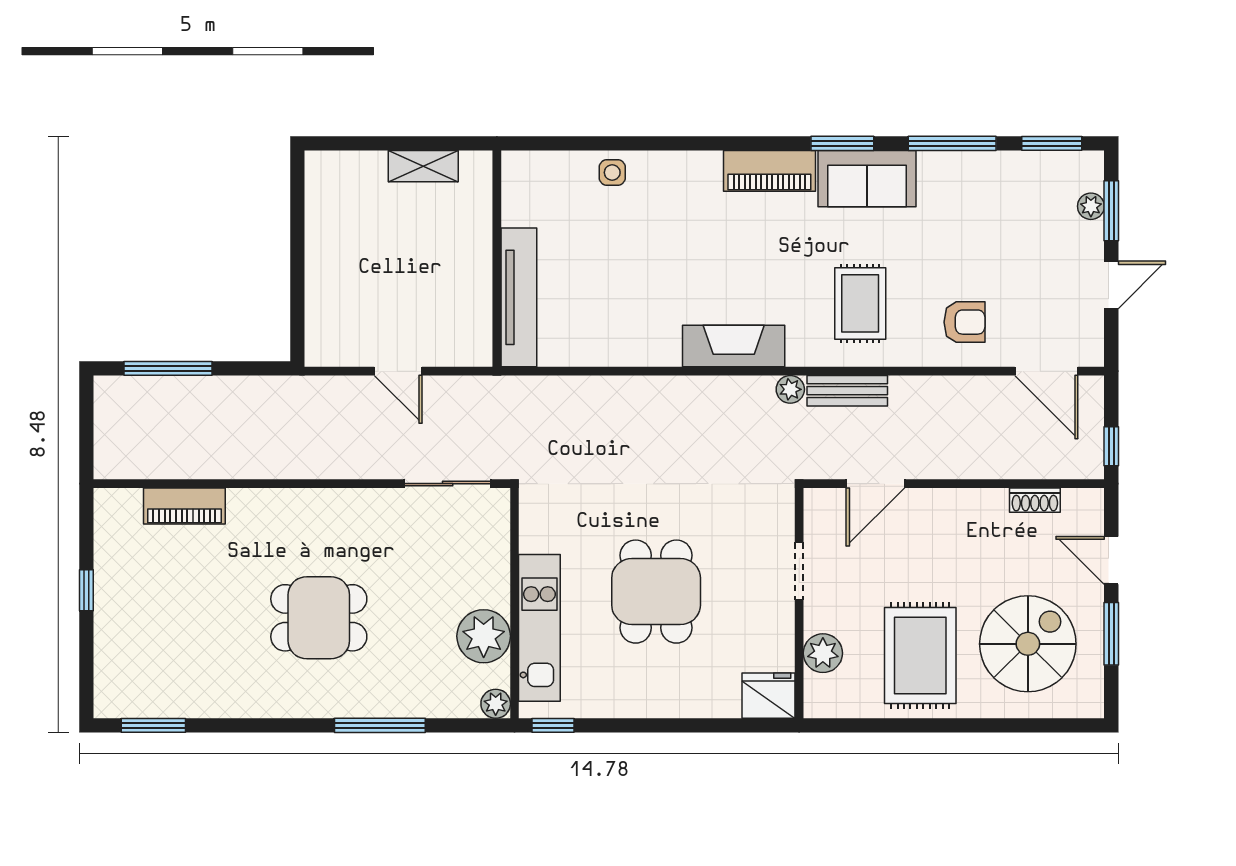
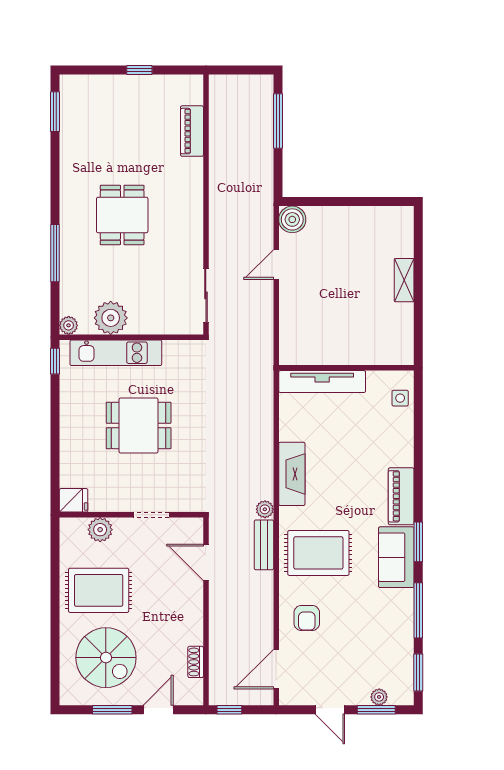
wall: (497, 259) -> (346, 368), moved
tv unit: (519, 297) -> (322, 382), moved
rug: (860, 303) -> (318, 553), width x1.36, depth x1.43
boiler: (326, 345) -> (292, 219), added
fridge: (769, 696) -> (74, 500), width x0.72

